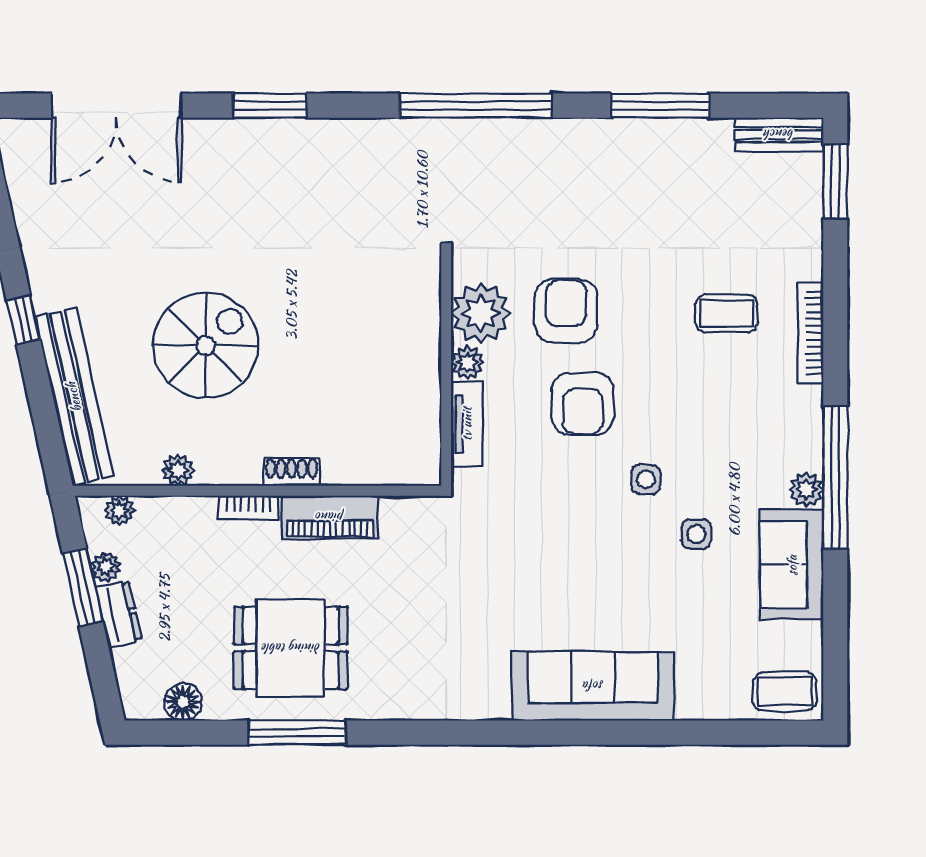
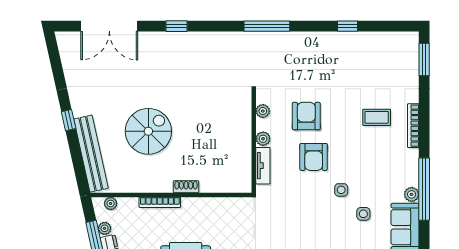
window: (270, 106) -> (176, 26), width x0.67
window: (476, 106) -> (267, 26), width x0.68
window: (660, 106) -> (347, 26), width x0.46
bench: (779, 134) -> (400, 39), removed
plant: (481, 313) -> (263, 111), width x0.53, depth x0.53
plant: (178, 470) -> (136, 186), removed
bookcase: (249, 508) -> (160, 202), width x1.56
piano: (330, 517) -> (203, 206), removed

